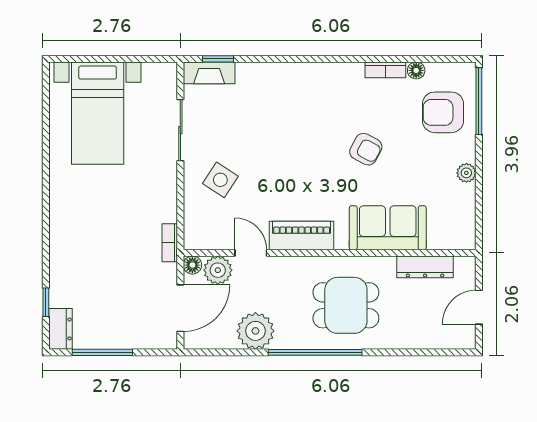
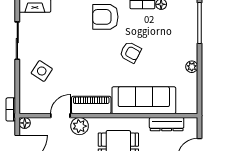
armchair: (443, 112) -> (105, 17), moved
sofa: (388, 228) -> (144, 100), width x1.36
door: (251, 253) -> (60, 116), hinge flipped
plant: (218, 270) -> (80, 126), moved

